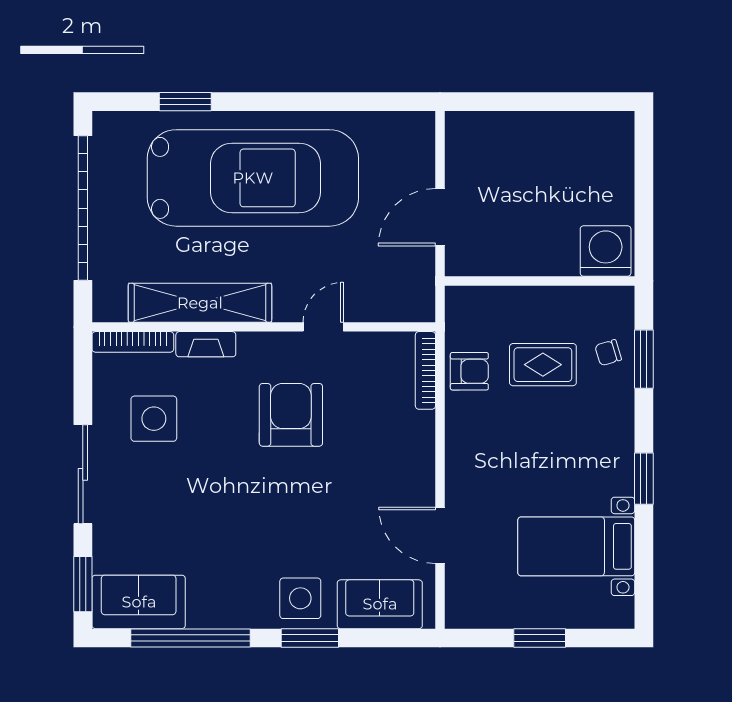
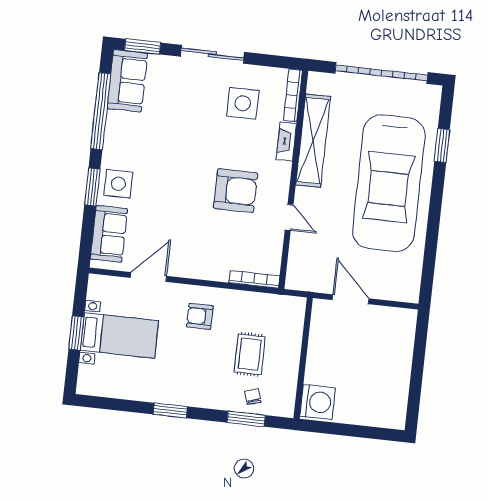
armchair: (469, 371) -> (200, 316), moved, turned 90
bed with nightstands: (576, 546) -> (119, 335), moved, turned 90

